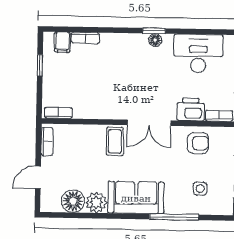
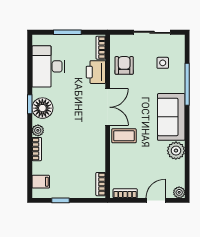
bookcase: (85, 38) -> (37, 149), moved
plant: (123, 40) -> (38, 130), added
floor lamp: (155, 40) -> (42, 108), width x1.89, depth x1.89
door: (38, 177) -> (156, 200), swing flipped
floor lamp: (73, 201) -> (175, 170), removed
plant: (47, 205) -> (179, 192), added

